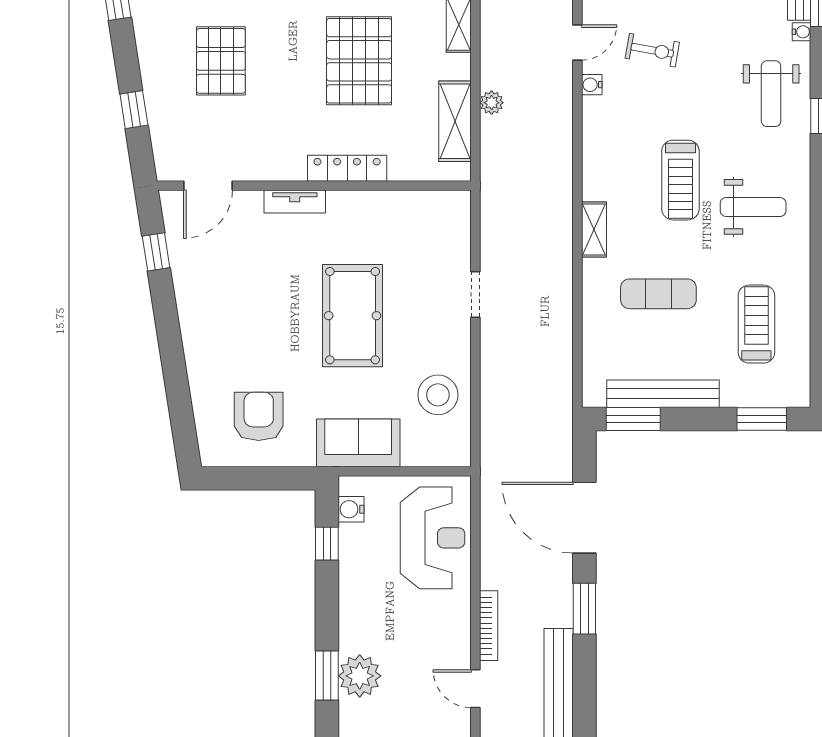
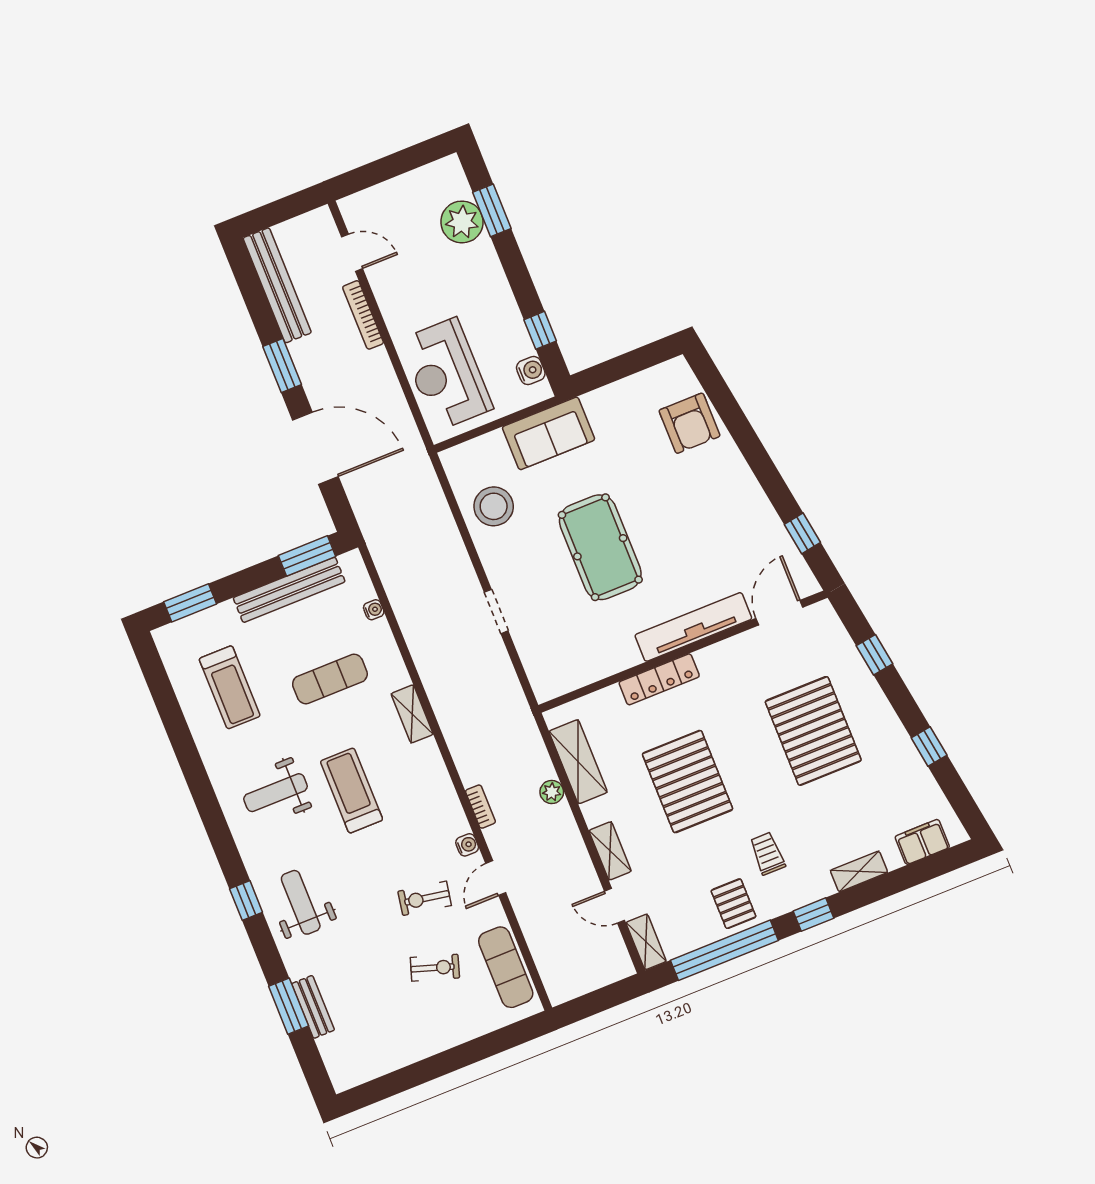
water cooler: (802, 32) -> (374, 610), moved, turned 180
pallet: (221, 61) -> (813, 731), width x1.37, depth x1.41
bookcase: (565, 116) -> (480, 807), added
tv unit: (295, 201) -> (693, 627), width x1.92, depth x1.29
armchair: (259, 416) -> (689, 423), moved

